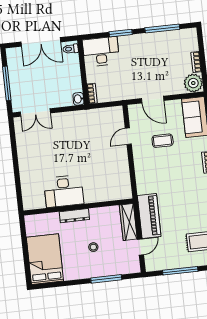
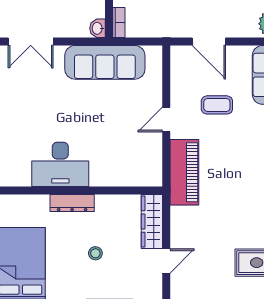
sofa: (86, 121) -> (105, 62), added
door: (128, 136) -> (166, 119), moved
piano: (149, 216) -> (184, 172), moved

